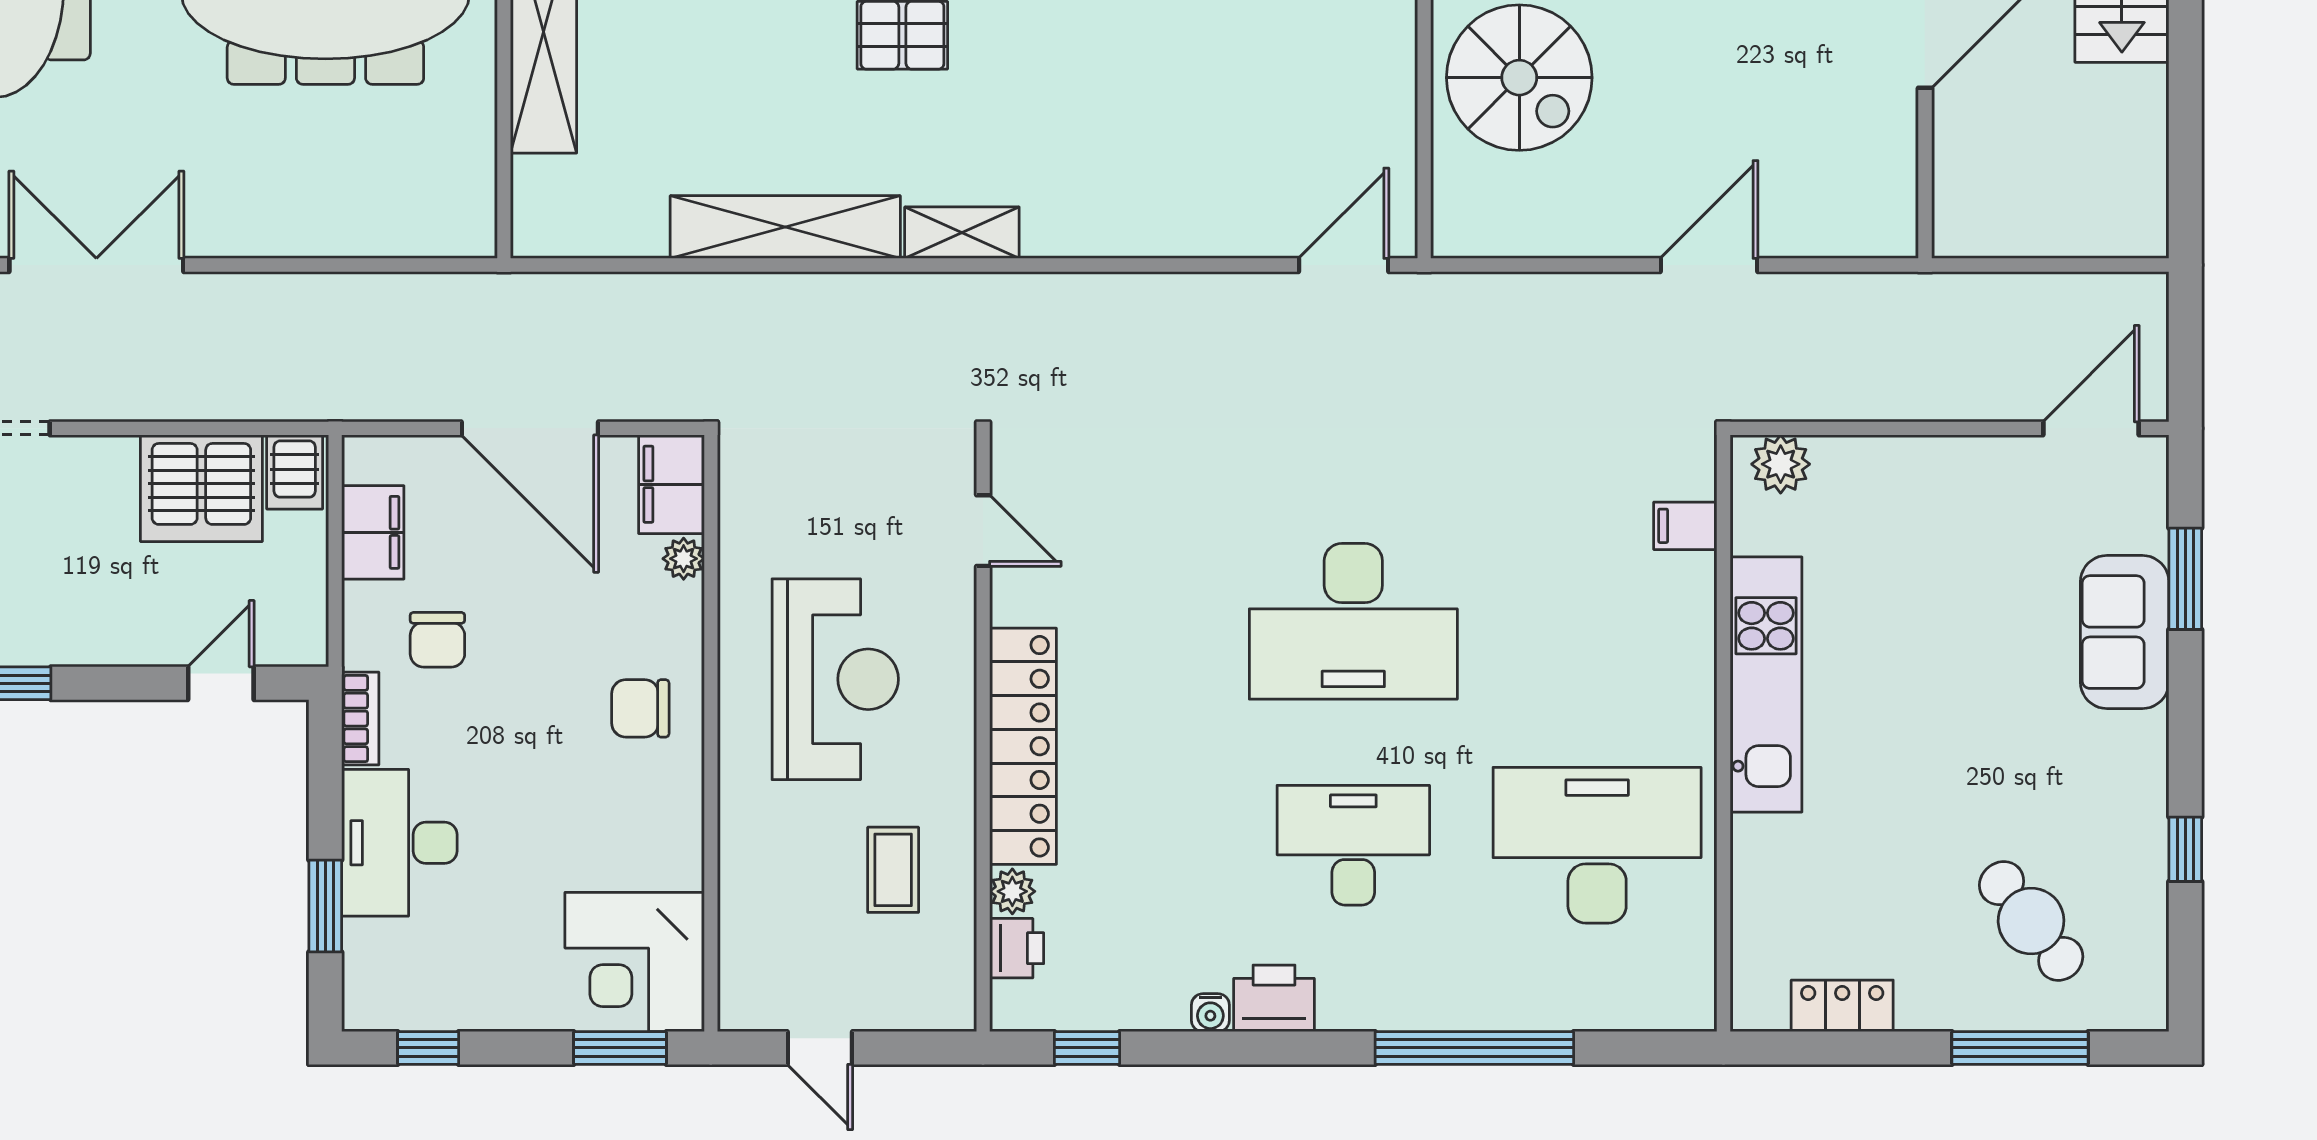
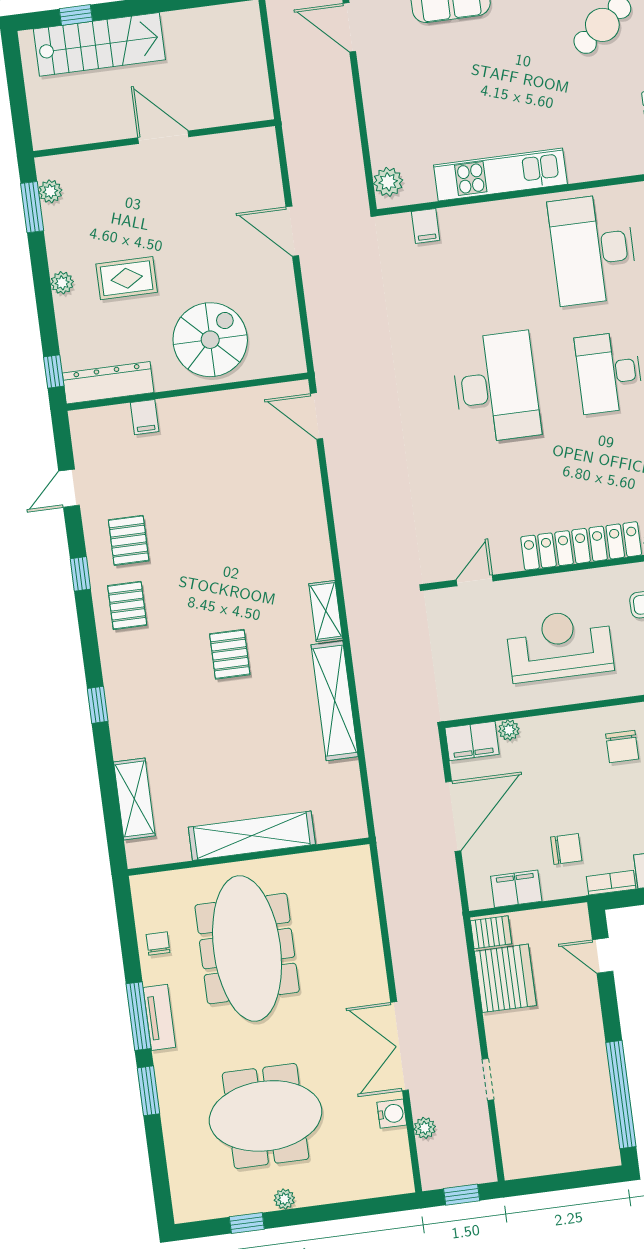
chair: (640, 708) -> (622, 747), moved

